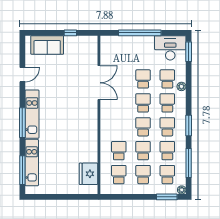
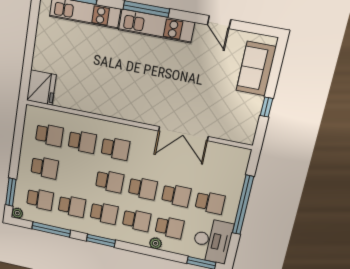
school desk: (143, 55) -> (210, 203), added
school desk: (143, 151) -> (115, 149), moved
fridge: (88, 174) -> (41, 88), moved, turned 90

